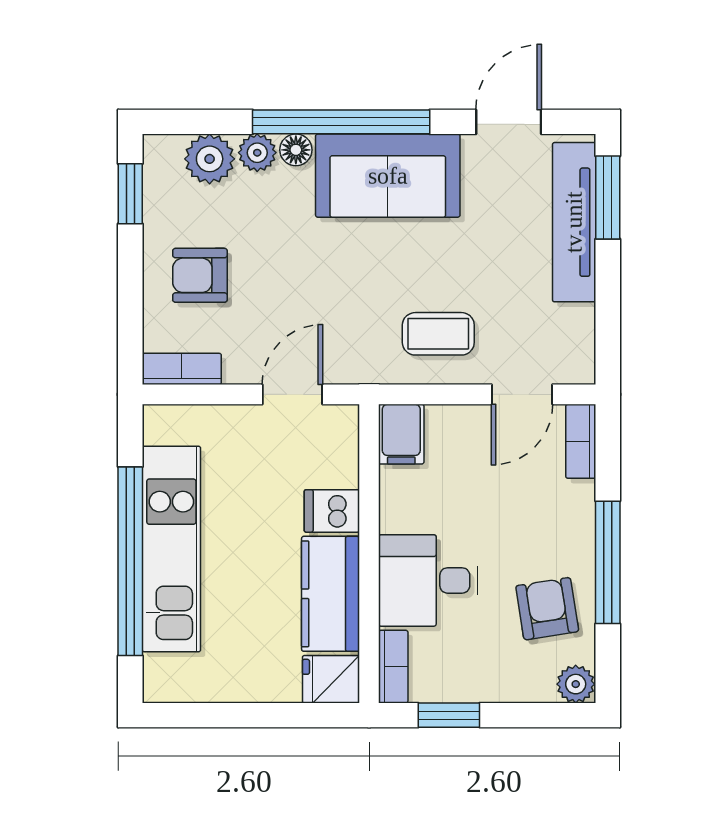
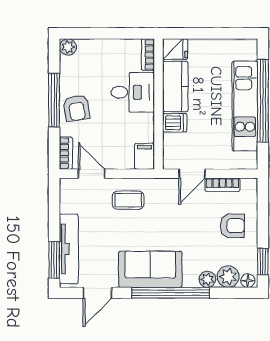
floor lamp: (296, 150) -> (248, 281), moved
bookcase: (182, 369) -> (222, 185), moved
door: (522, 394) -> (92, 174), hinge flipped
armchair: (547, 609) -> (77, 108), moved
window: (449, 715) -> (124, 33), removed

